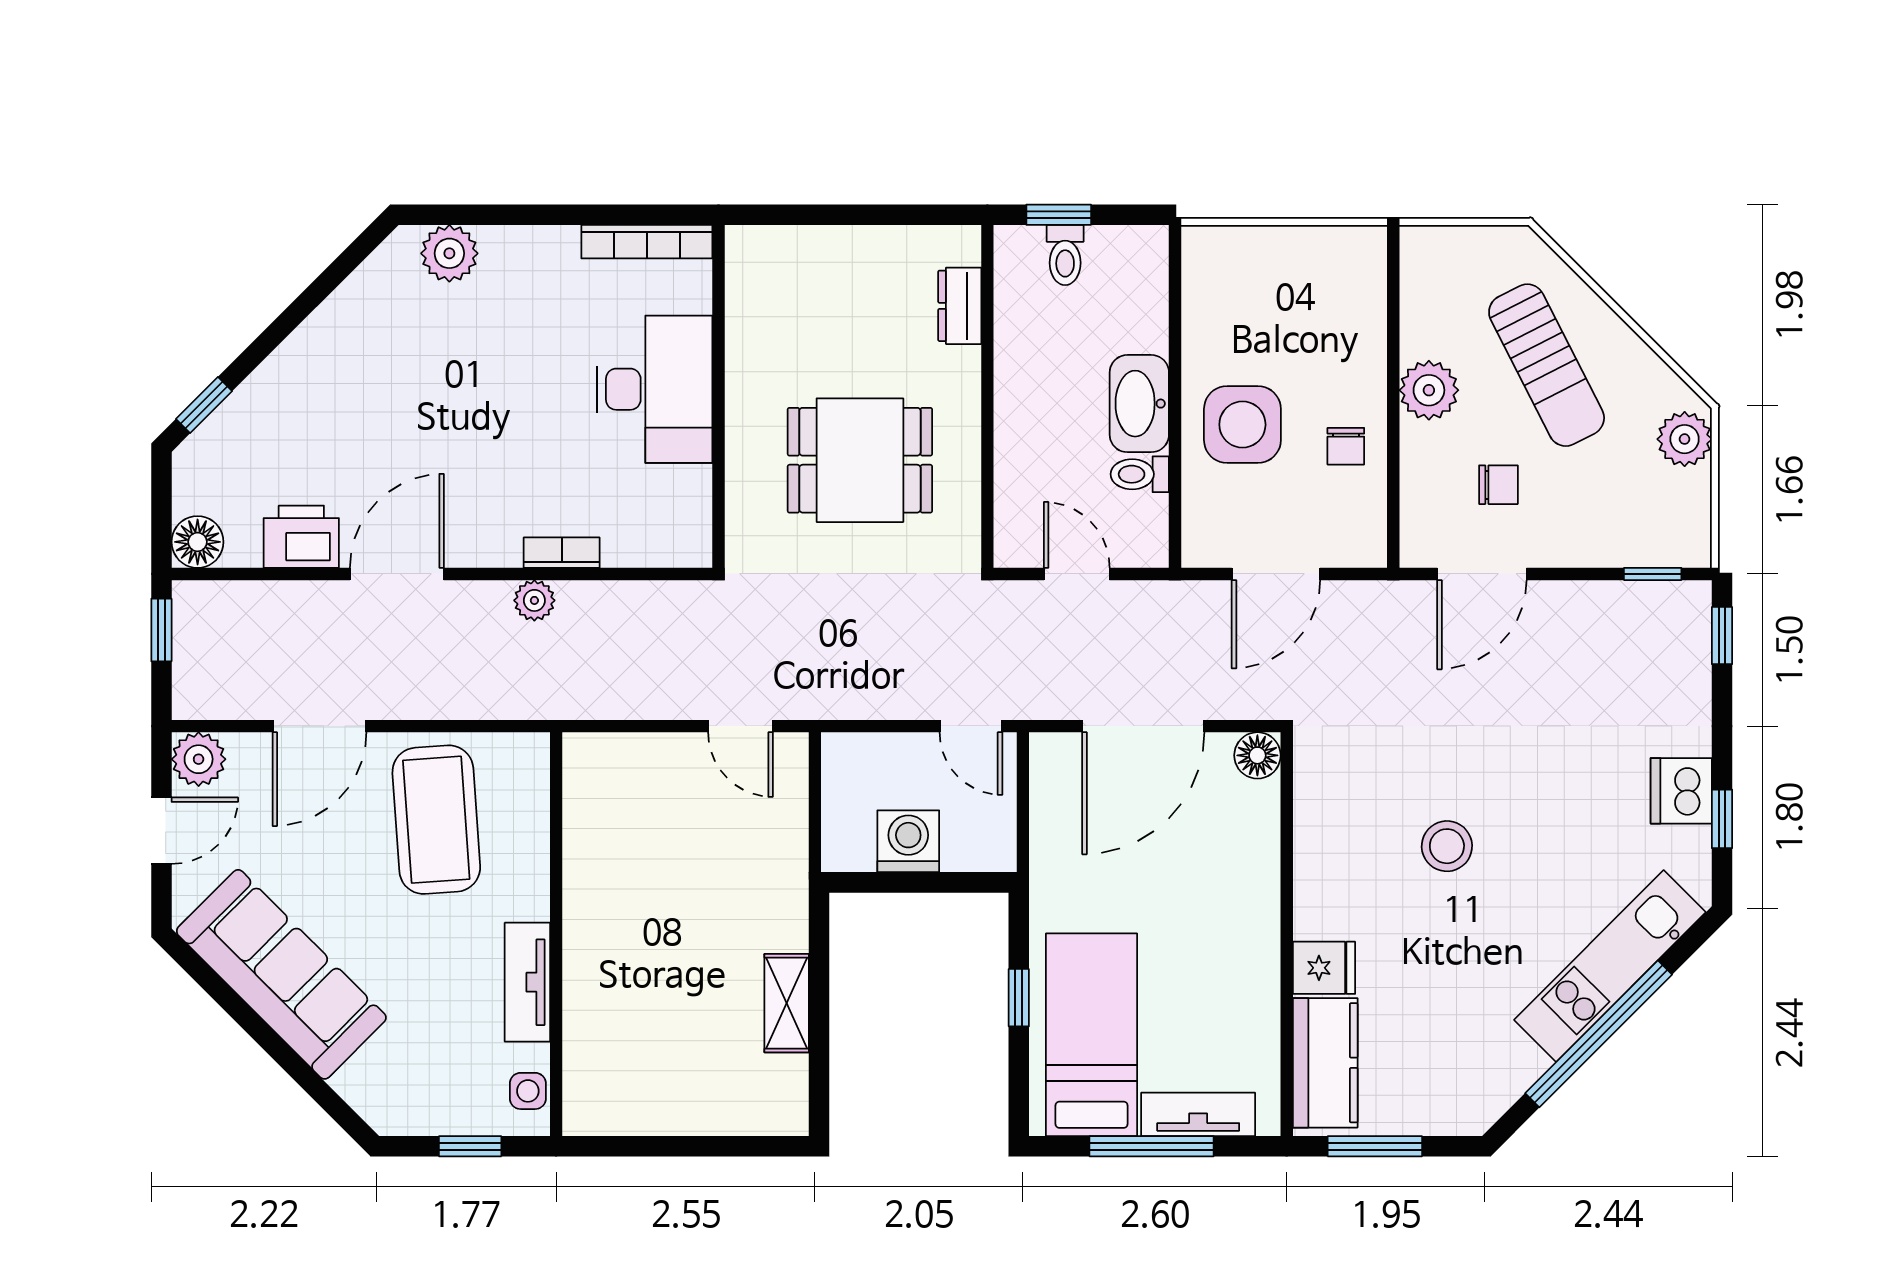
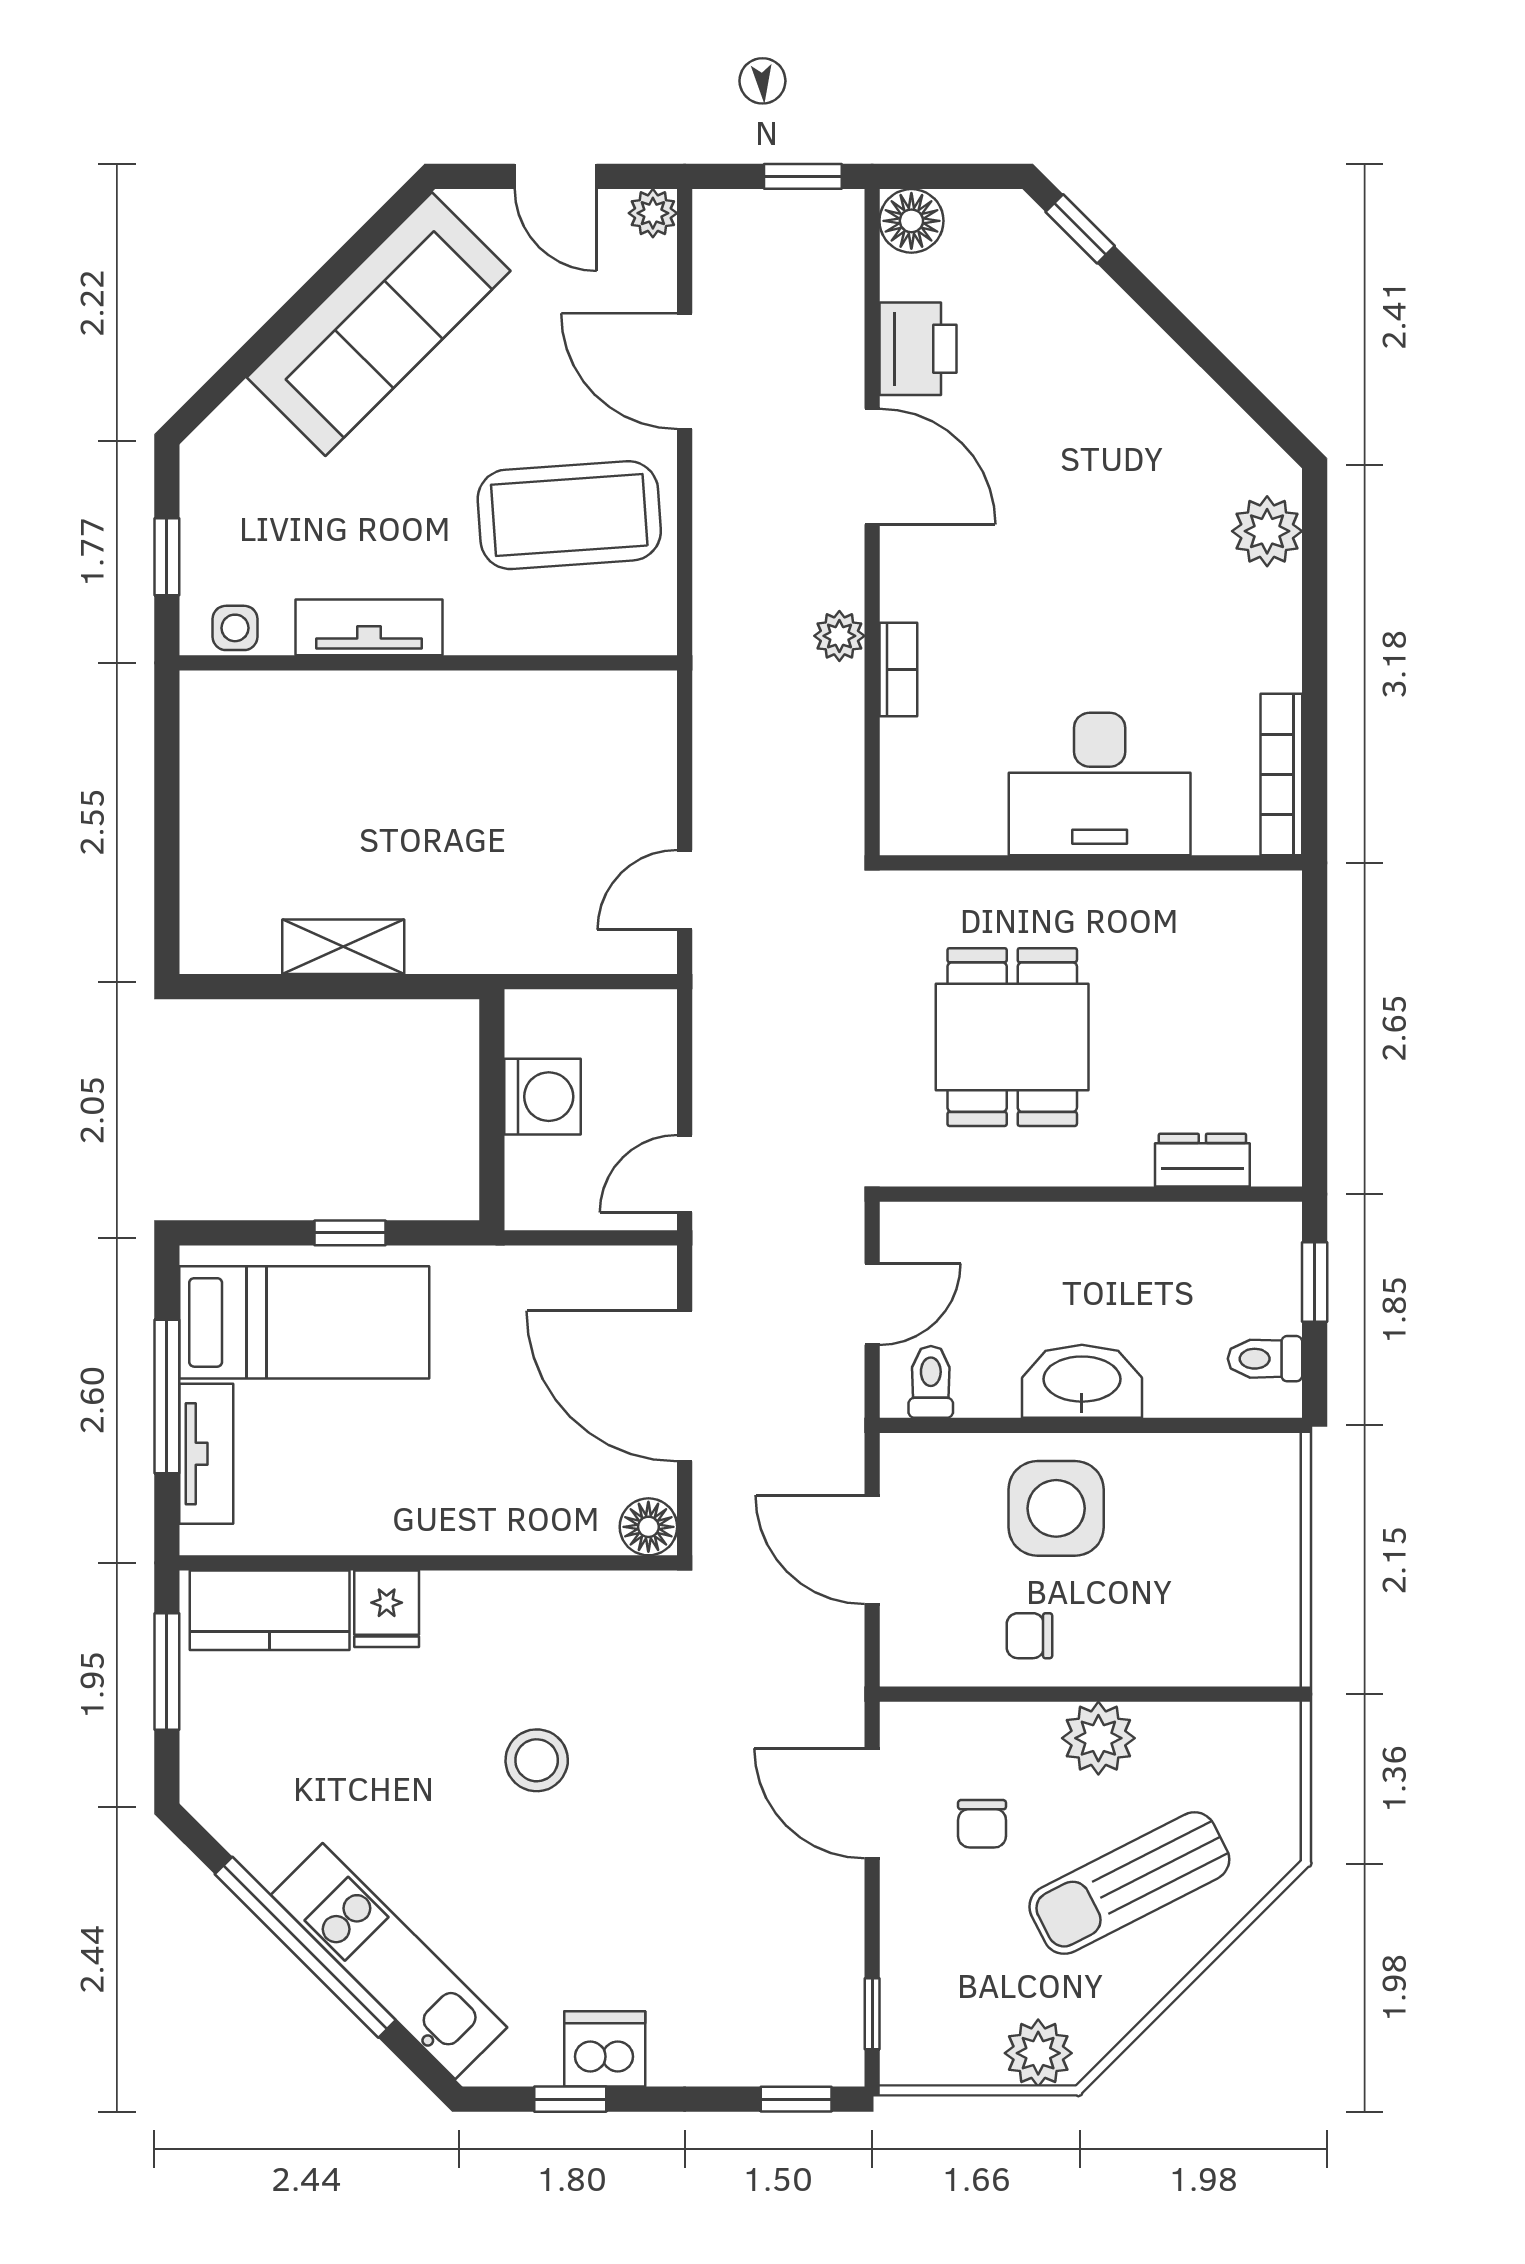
toilet: (1065, 255) -> (1265, 1359), moved
toilet: (1140, 474) -> (931, 1382), moved
plant: (199, 759) -> (653, 213), width x0.73, depth x0.73

